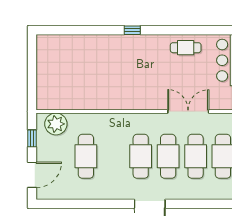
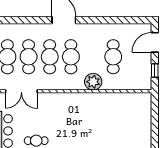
double door: (188, 112) -> (21, 91), moved
plant: (56, 124) -> (93, 82), moved

